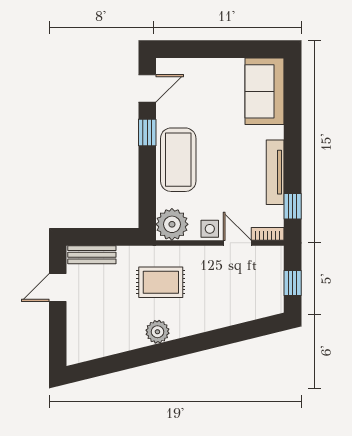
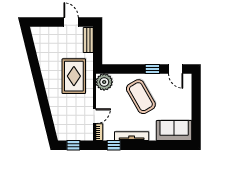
coffee table: (178, 160) -> (141, 97), moved, turned 60
side table: (210, 229) -> (102, 102), removed
rug: (161, 282) -> (74, 76), width x1.36, depth x1.43
plant: (157, 332) -> (48, 74), removed

